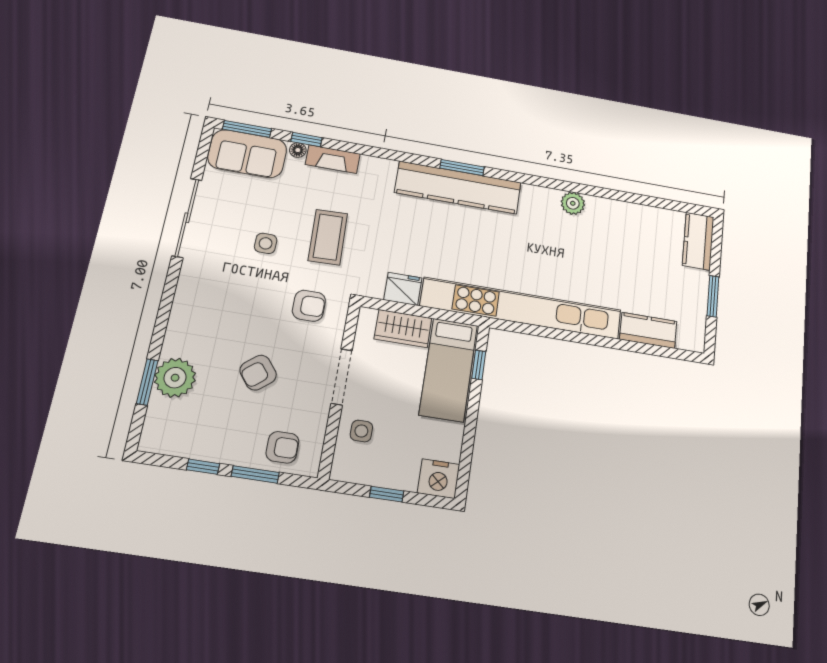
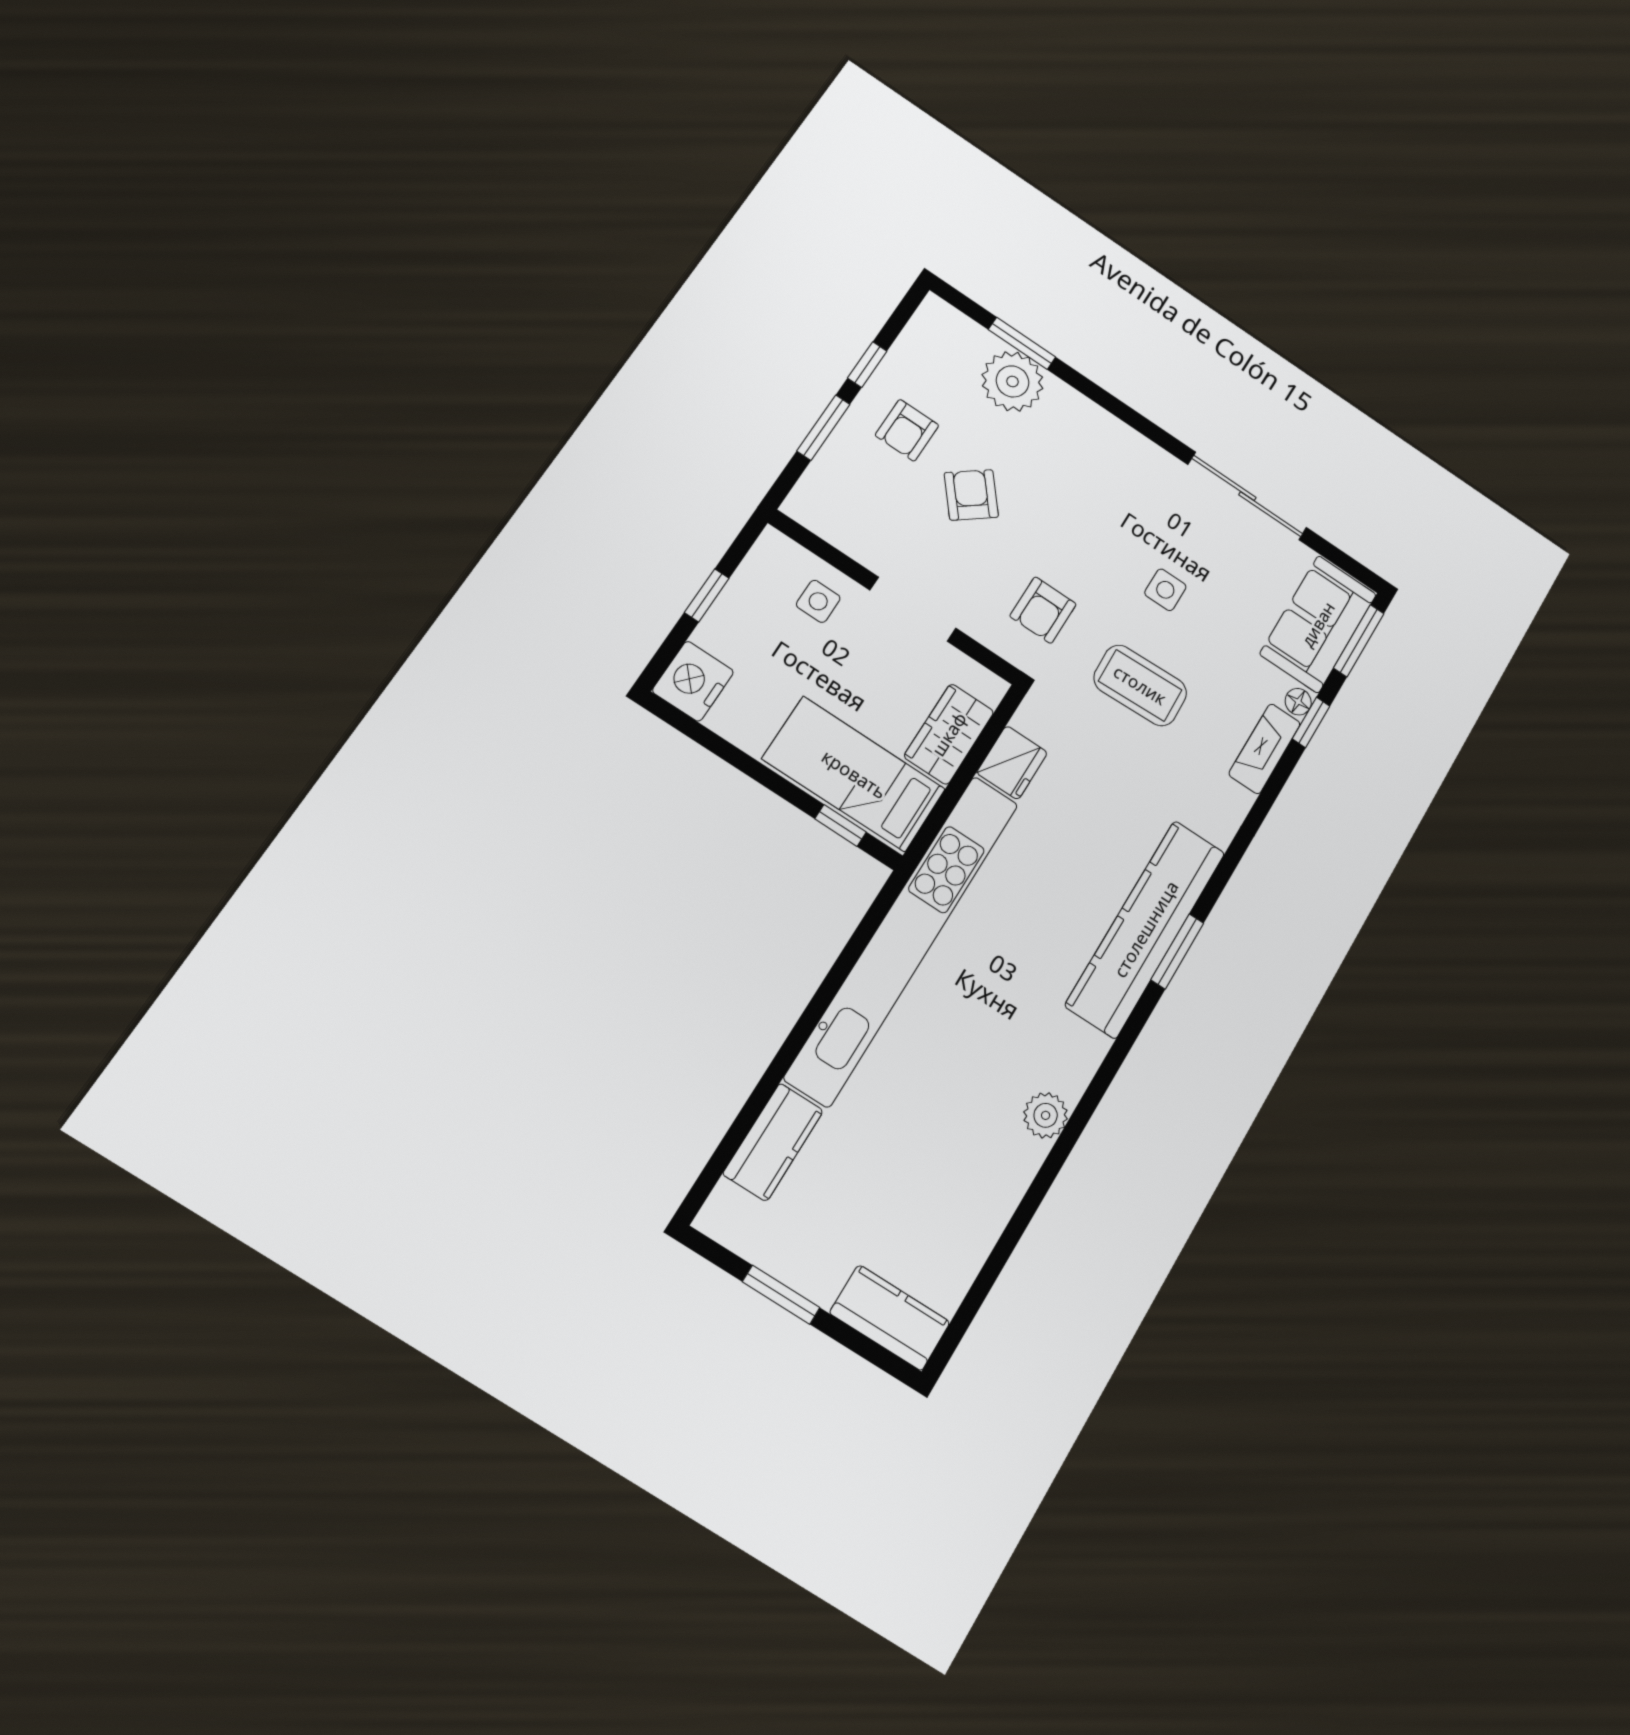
armchair: (282, 447) -> (907, 430), moved

